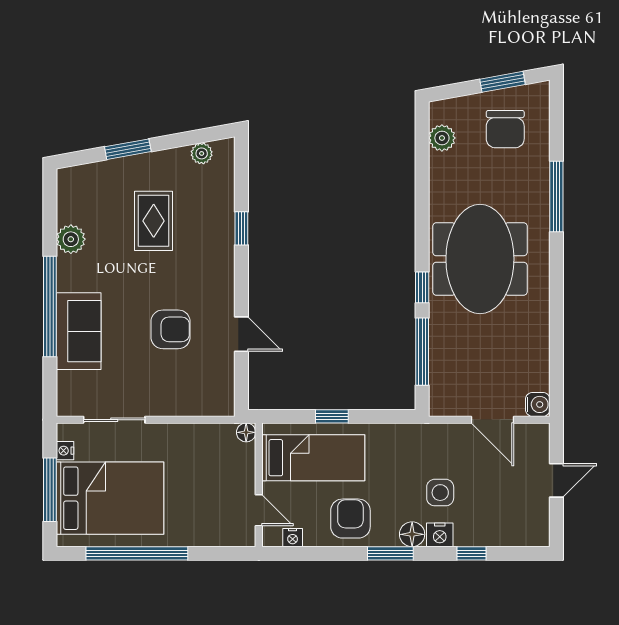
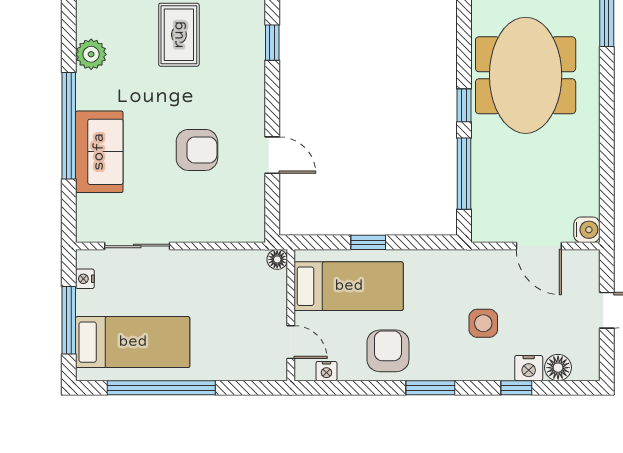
bed: (110, 498) -> (133, 342), width x0.67
floor lamp: (412, 534) -> (558, 368), moved
nightstand: (440, 535) -> (529, 368), moved

